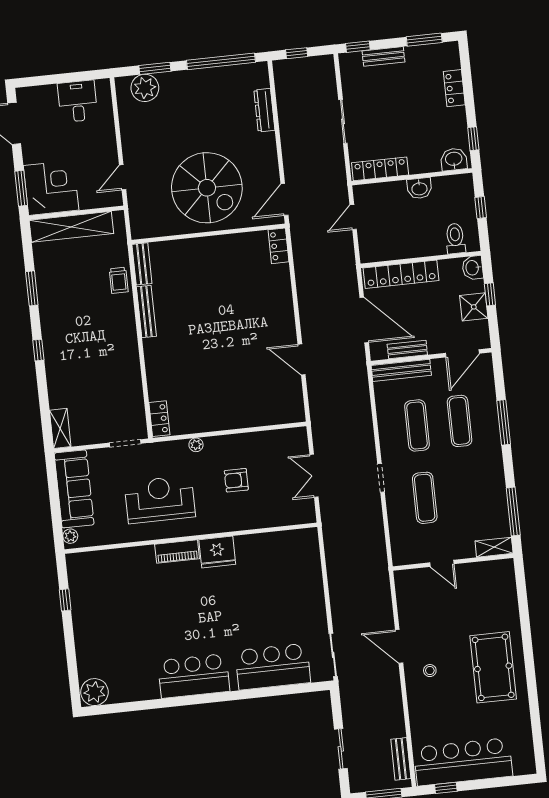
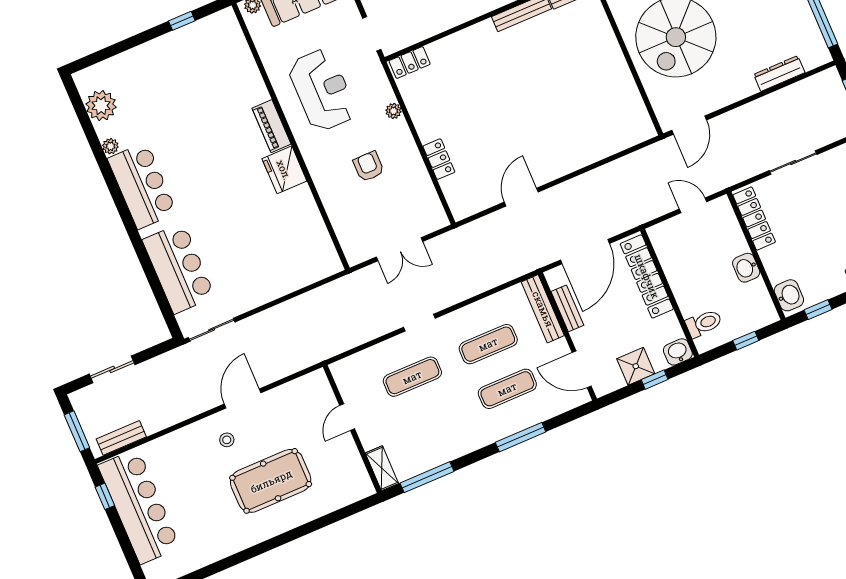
door: (284, 199) -> (689, 125), swing flipped
locker: (279, 246) -> (439, 159), moved, turned 90
double door: (314, 476) -> (399, 249), swing flipped
pool table: (493, 667) -> (271, 481), moved
plant: (95, 692) -> (101, 106), moved
plant: (152, 692) -> (110, 146), added

